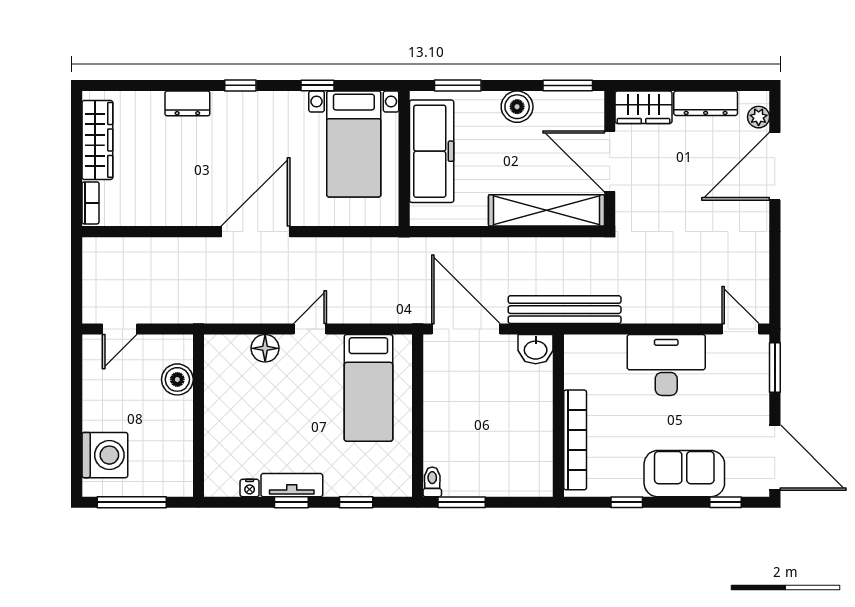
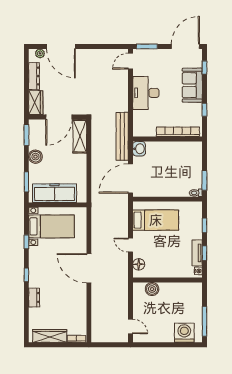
shelving: (546, 210) -> (80, 136), width x0.68
boiler: (177, 379) -> (152, 289), moved
wall: (198, 416) -> (167, 280), moved

